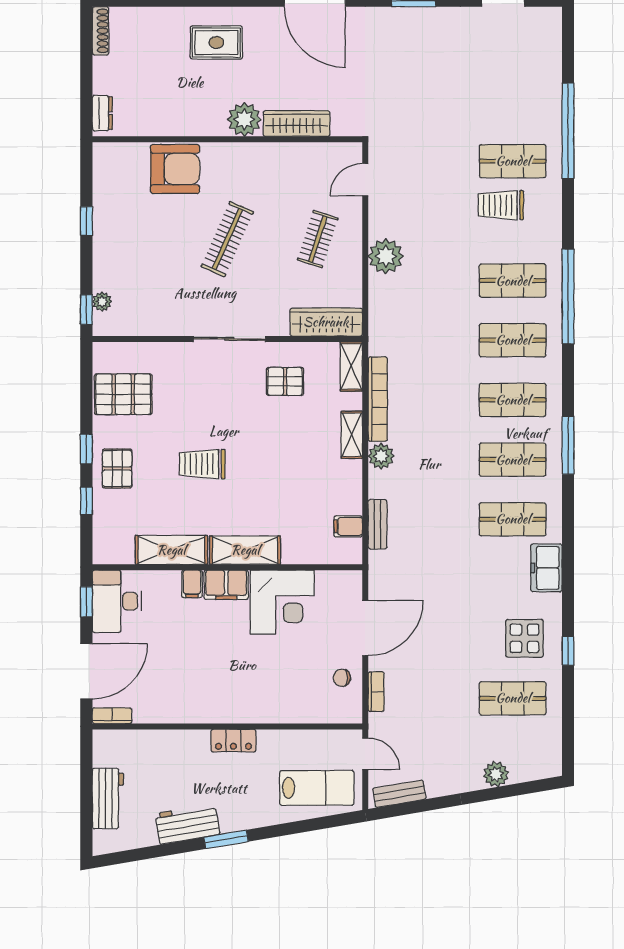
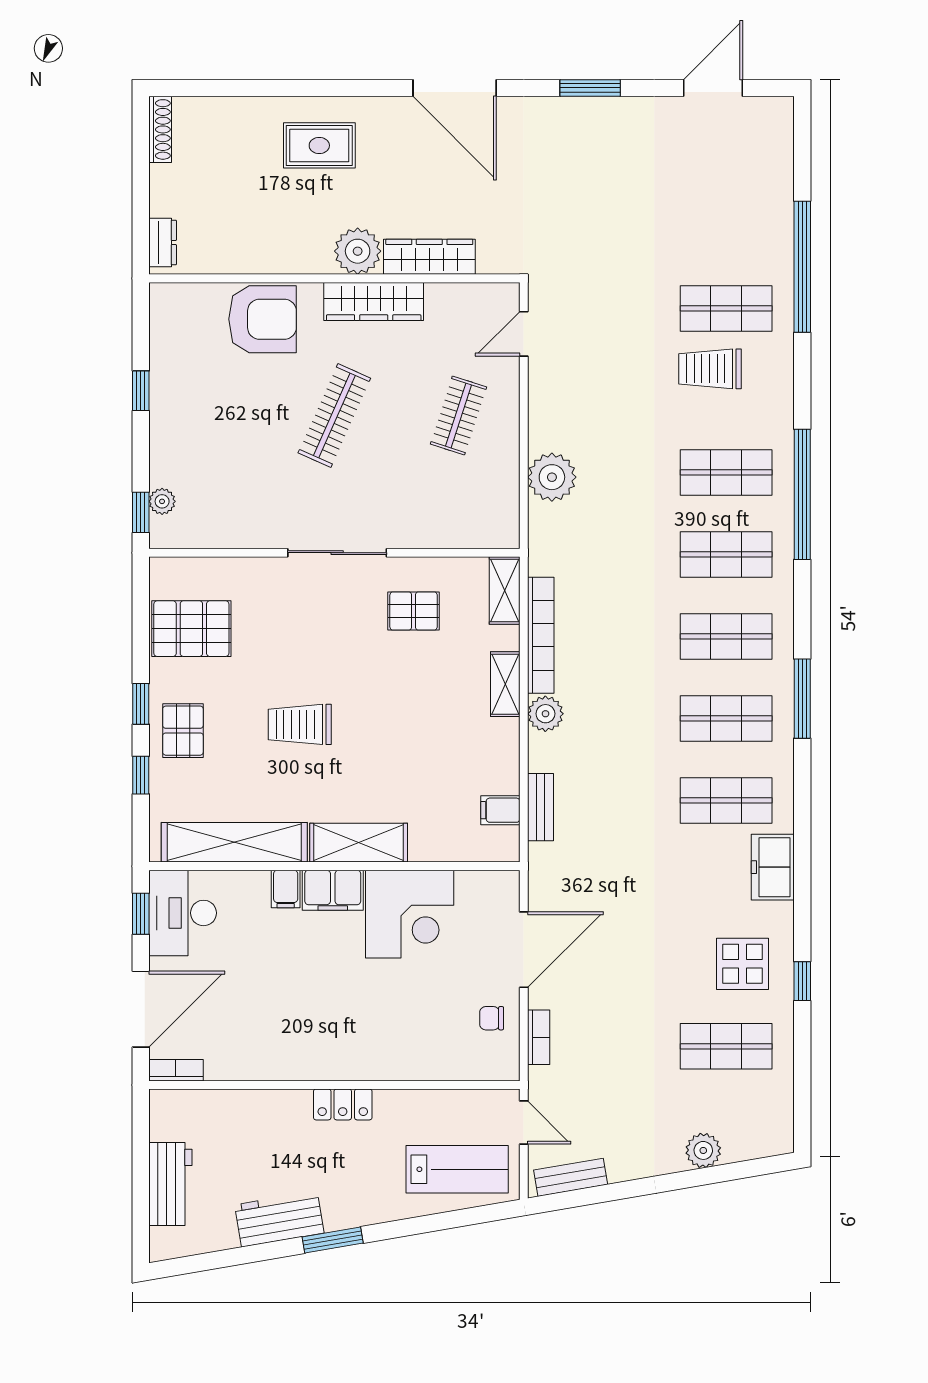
plant: (386, 256) -> (552, 477), moved
wardrobe: (326, 322) -> (374, 302), moved, turned 180
shelving: (171, 550) -> (234, 842), width x1.47

